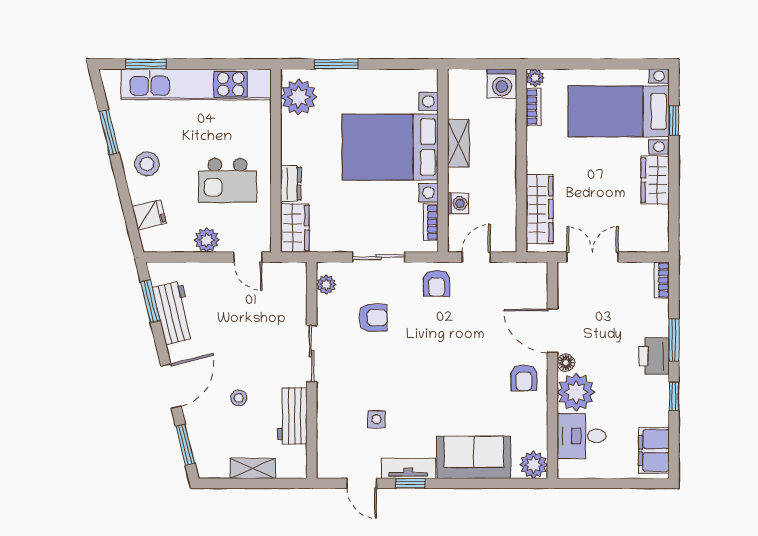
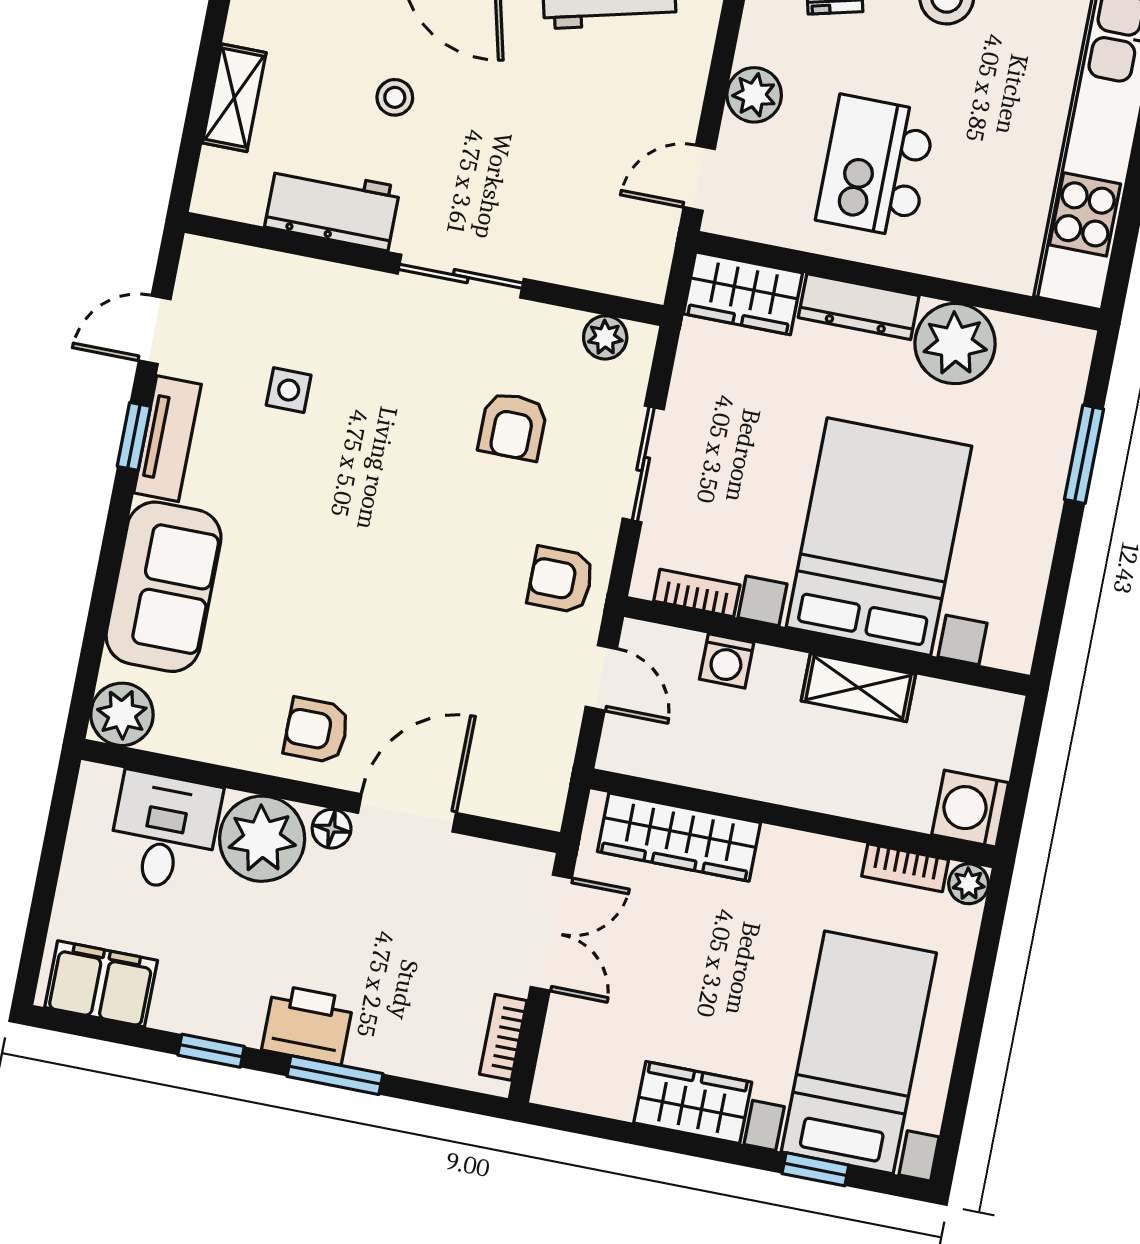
plant: (299, 97) -> (955, 344), moved
dresser: (291, 184) -> (859, 307), width x1.44
bookcase: (662, 280) -> (503, 1037), moved, turned -90

